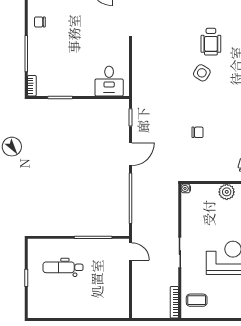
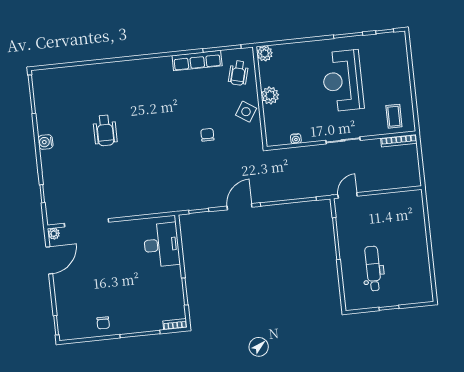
wheelchair: (211, 42) -> (105, 131), turned 90
side table: (202, 73) -> (246, 112), moved
desk: (109, 81) -> (161, 245), width x1.37
door: (130, 154) -> (240, 207), hinge flipped
water cooler: (186, 188) -> (296, 139), moved
dental chair: (63, 267) -> (373, 268), turned 180

